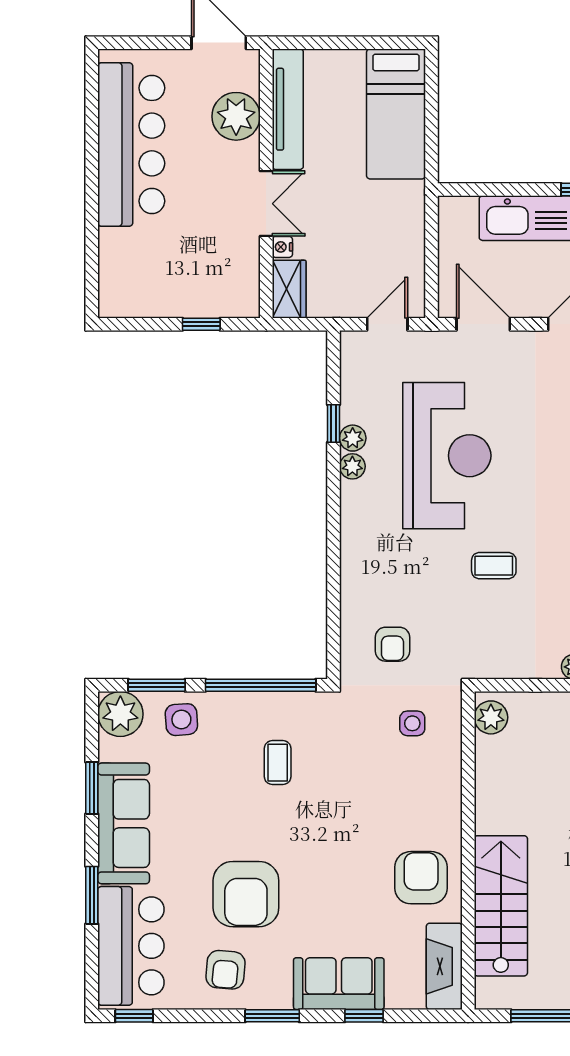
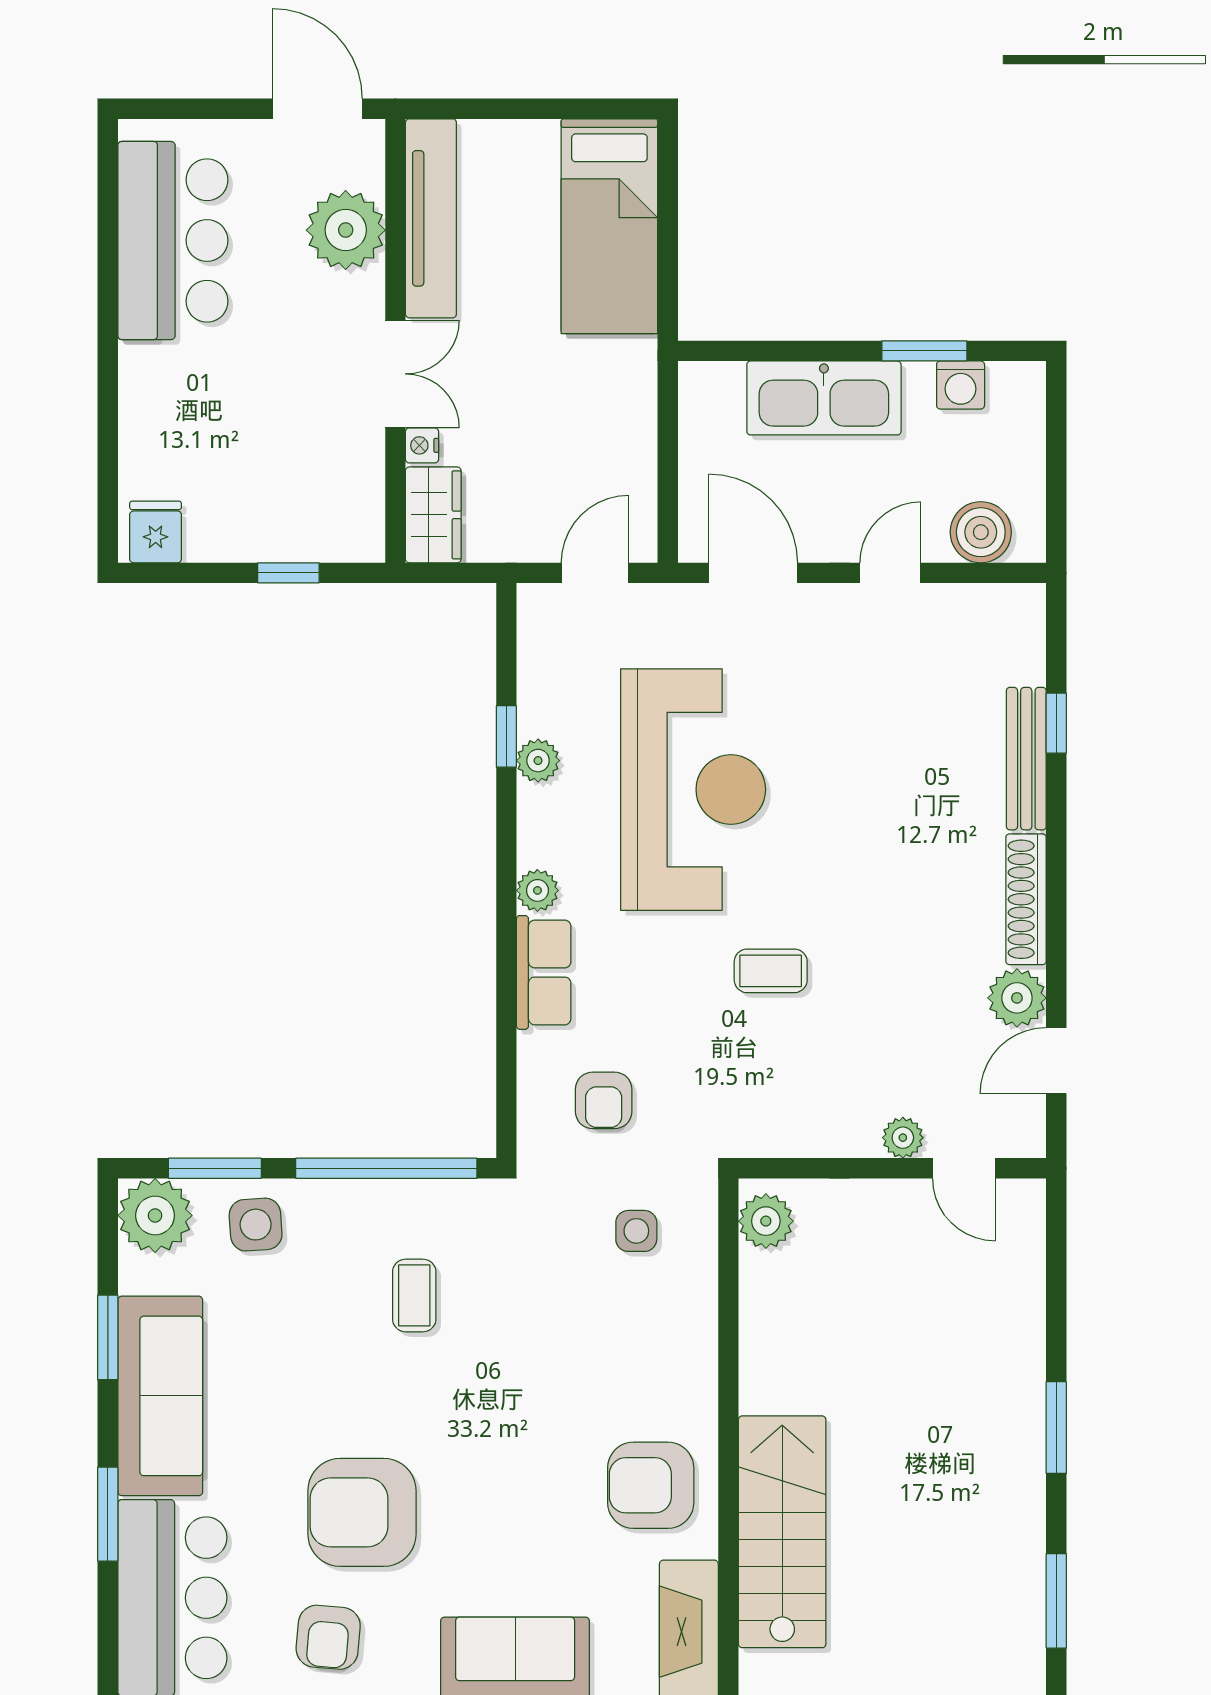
bar counter: (131, 144) -> (173, 241), width x0.73
fridge: (121, 299) -> (156, 532), added
plant: (352, 466) -> (537, 890), moved
row of seats: (356, 567) -> (544, 972), added
armchair: (421, 878) -> (651, 1485), turned -90
armchair: (246, 894) -> (362, 1512), turned 90

